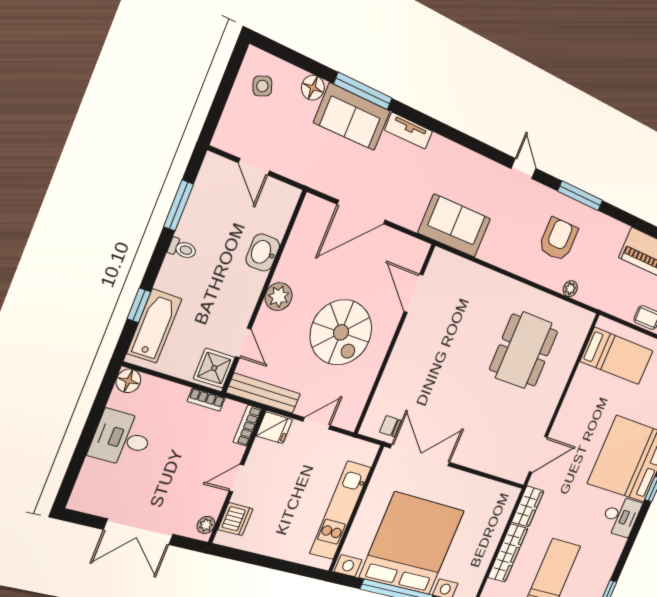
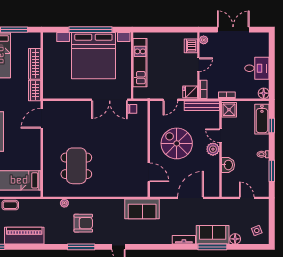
armchair: (558, 239) -> (83, 223), turned -90
door: (243, 343) -> (220, 136), moved

